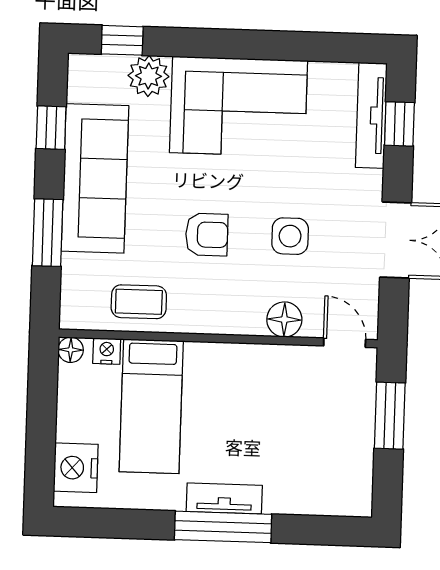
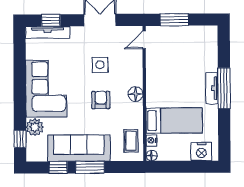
window: (48, 233) -> (90, 167), moved
coffee table: (139, 302) -> (131, 141), moved
floor lamp: (284, 320) -> (136, 94), moved

